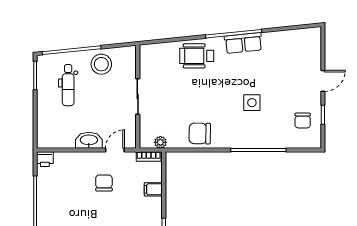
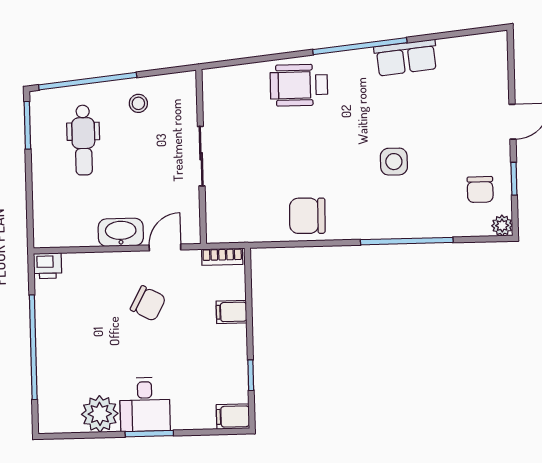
row of seats: (243, 43) -> (406, 58), moved
stool: (101, 64) -> (138, 103), width x0.53, depth x0.53
plant: (160, 142) -> (502, 225), moved
chair: (104, 183) -> (148, 303), turned 118

